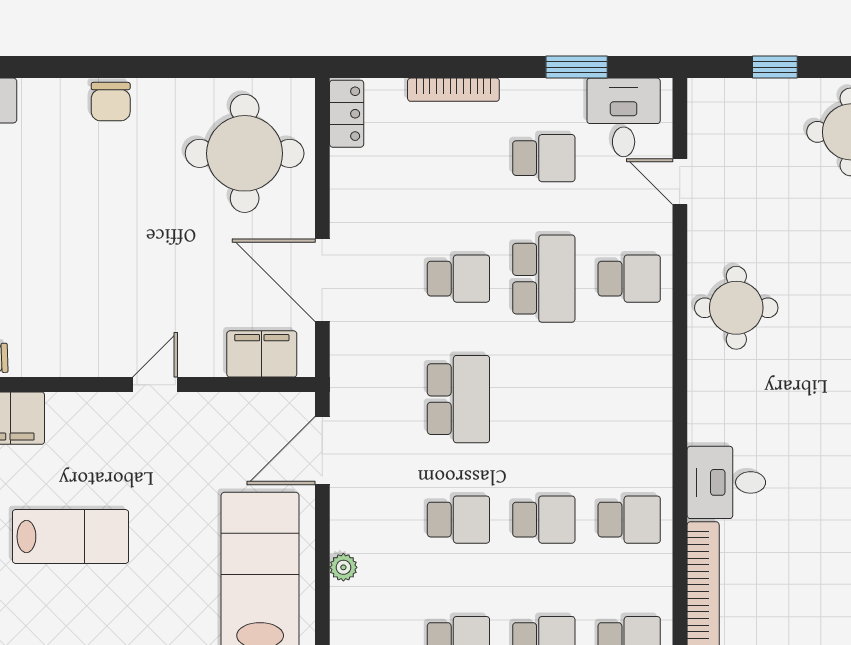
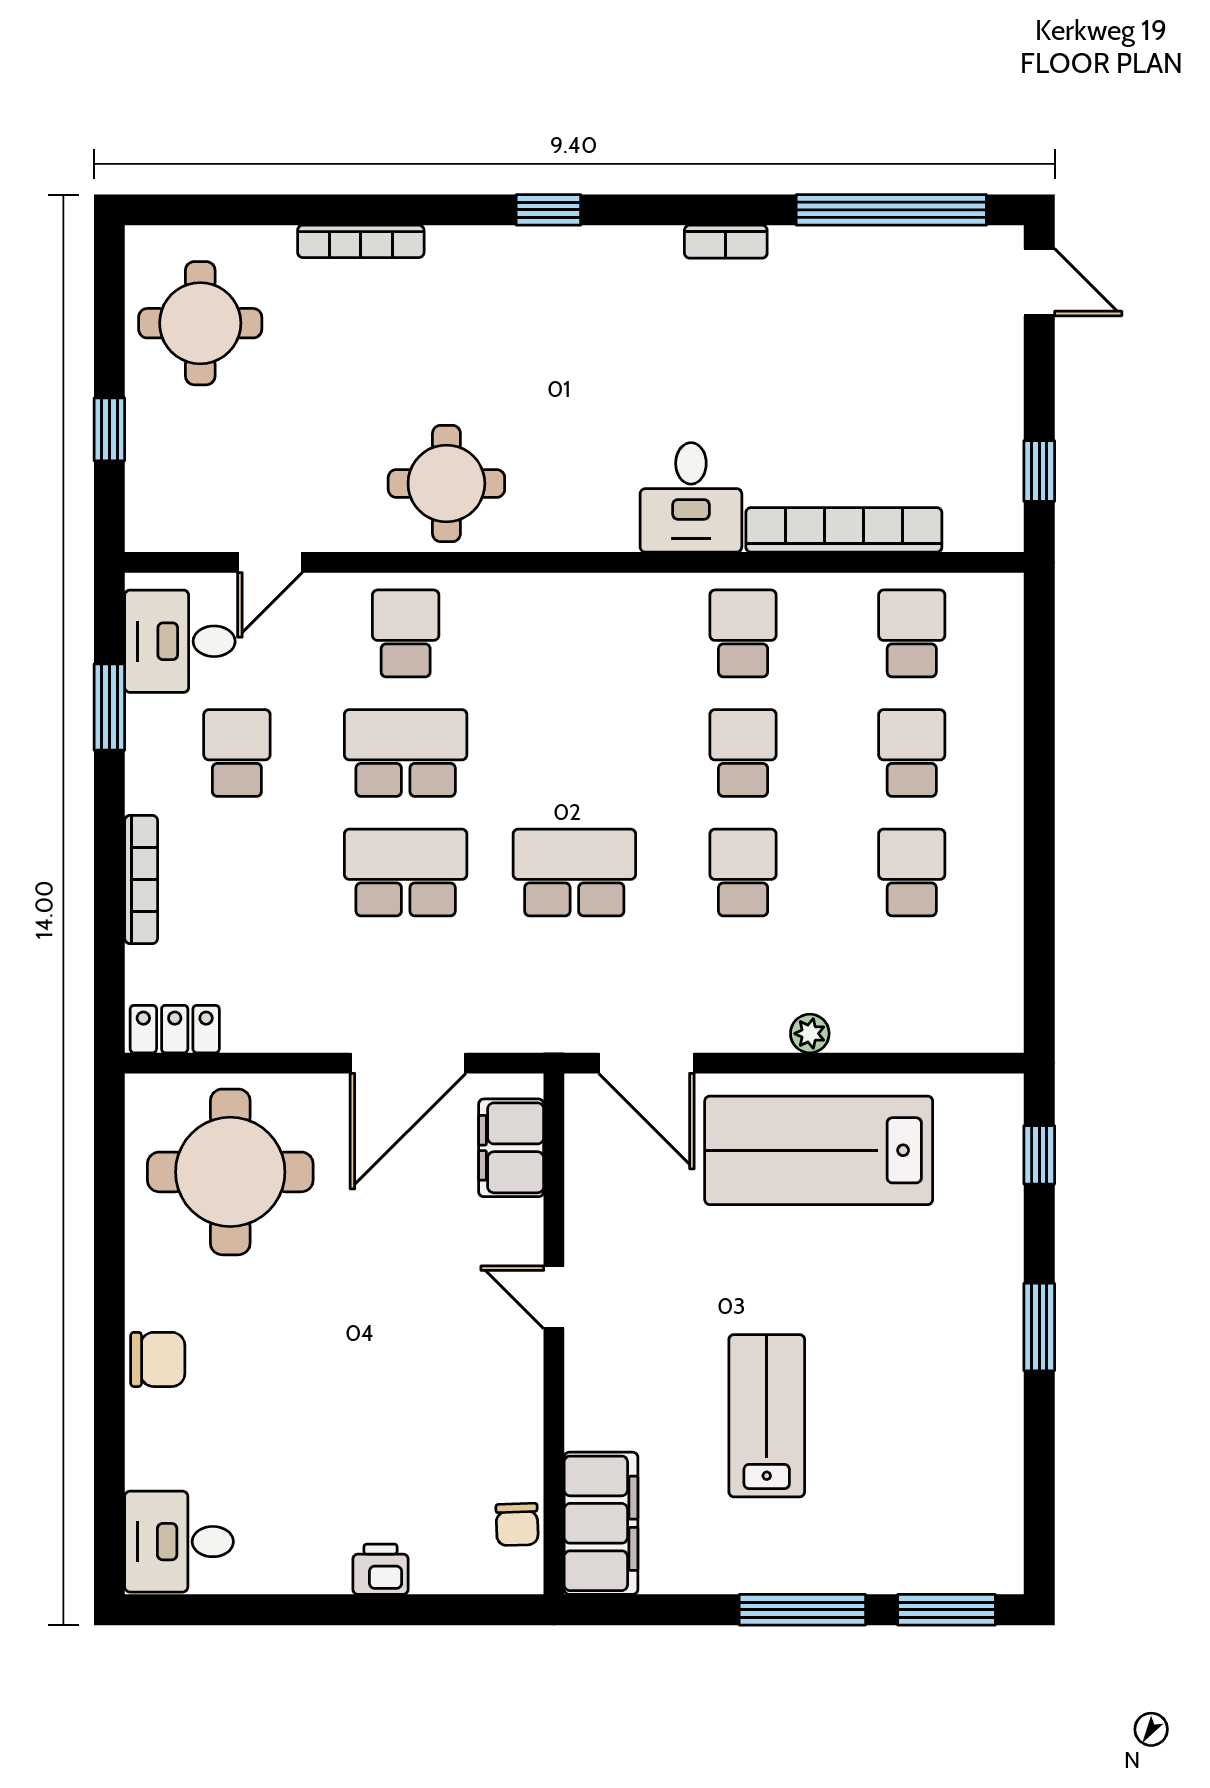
school desk: (458, 279) -> (406, 872), width x1.85

